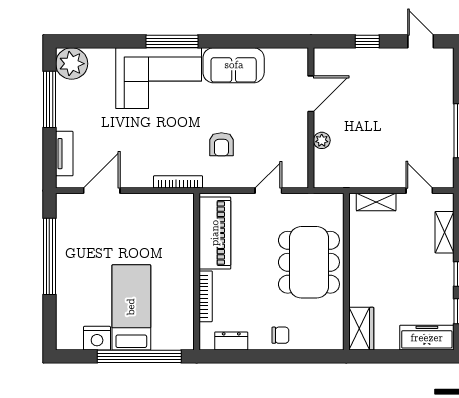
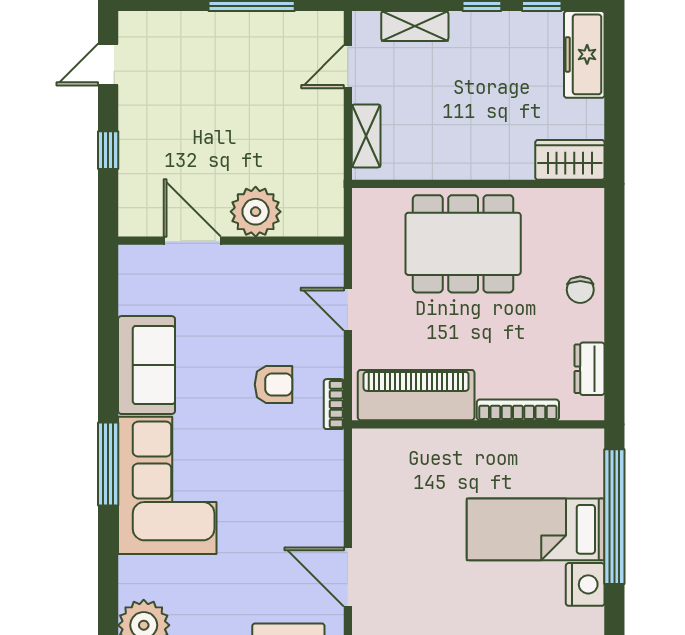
plant: (322, 140) -> (256, 212), width x1.87, depth x1.87
bookcase: (178, 182) -> (334, 404), moved, width x0.64
chair: (280, 335) -> (580, 290), turned 180

